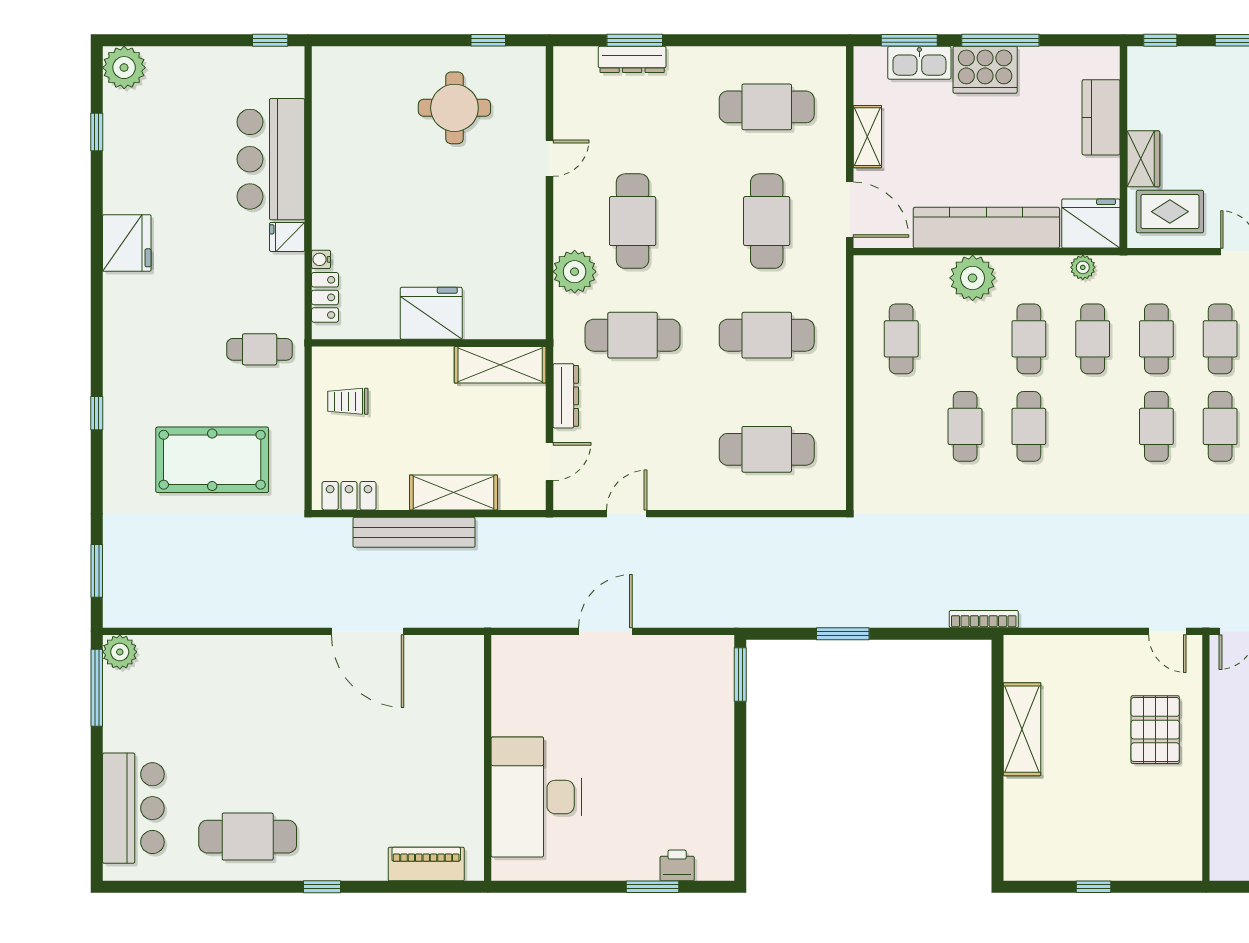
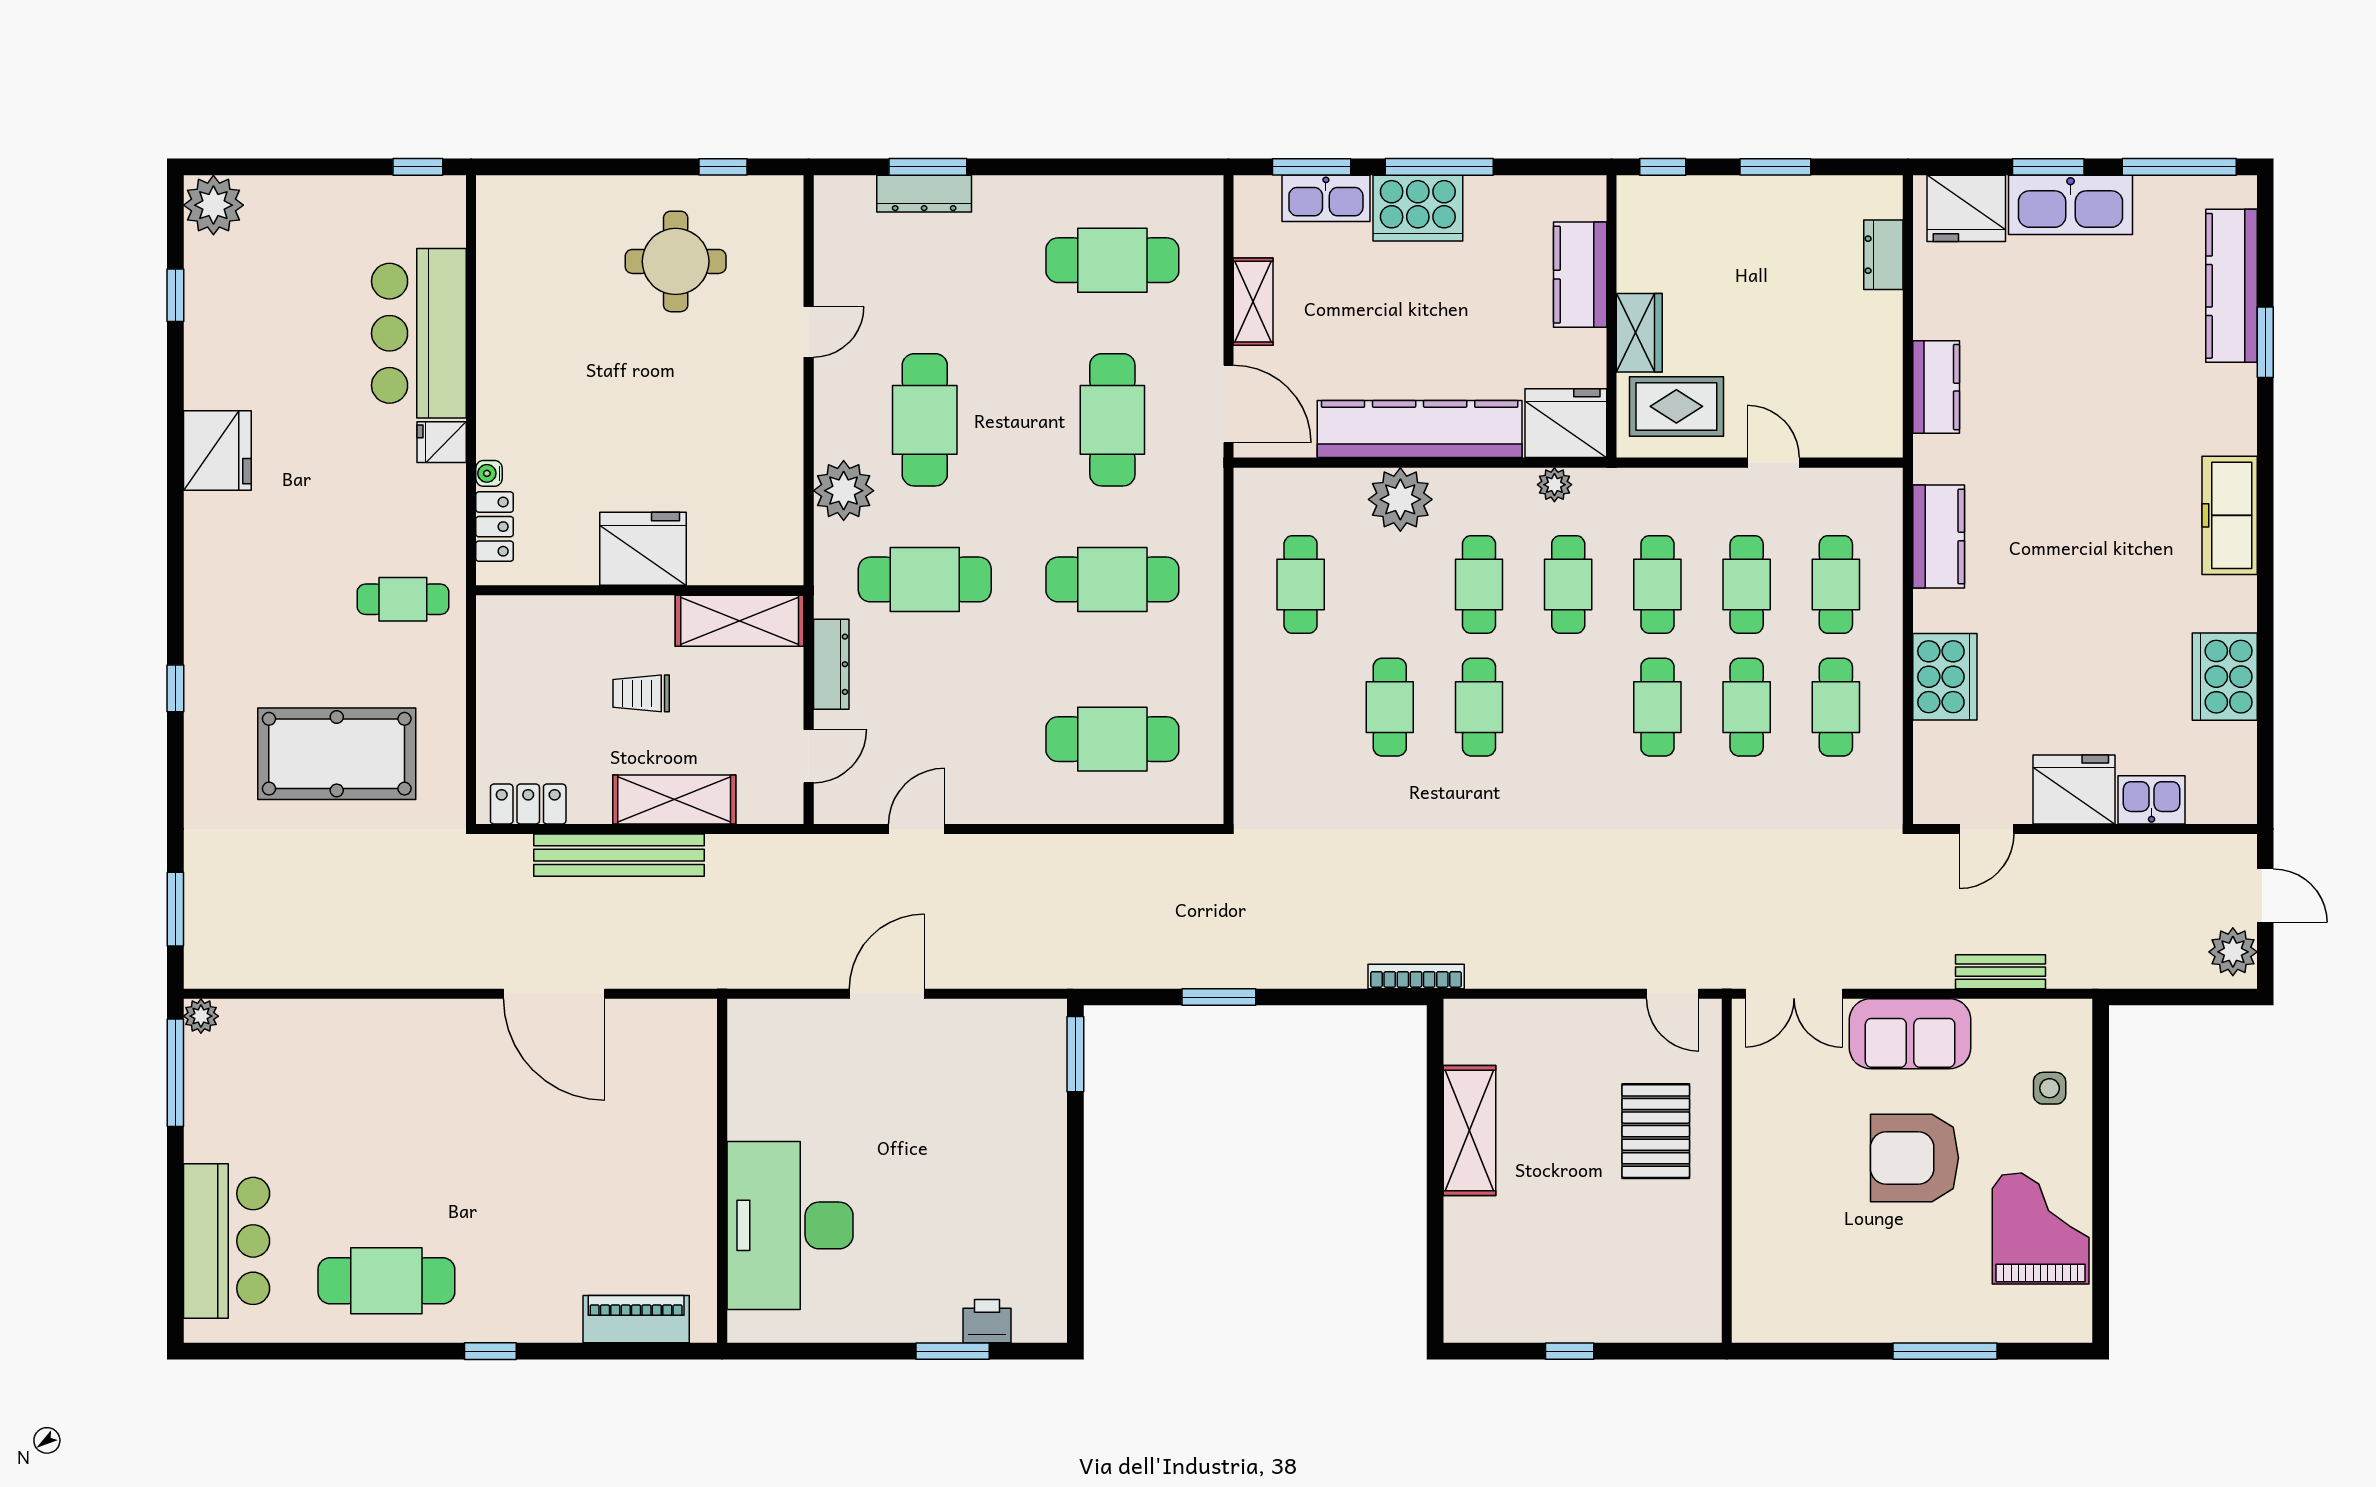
trolley: (348, 401) -> (641, 693), moved
plant: (120, 652) -> (201, 1016), width x0.73, depth x0.73

